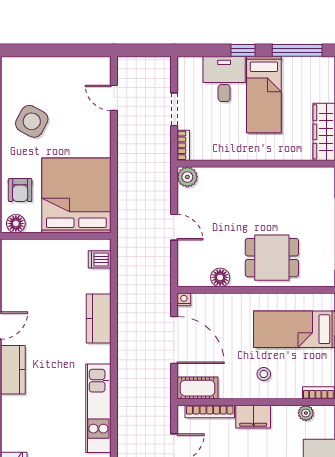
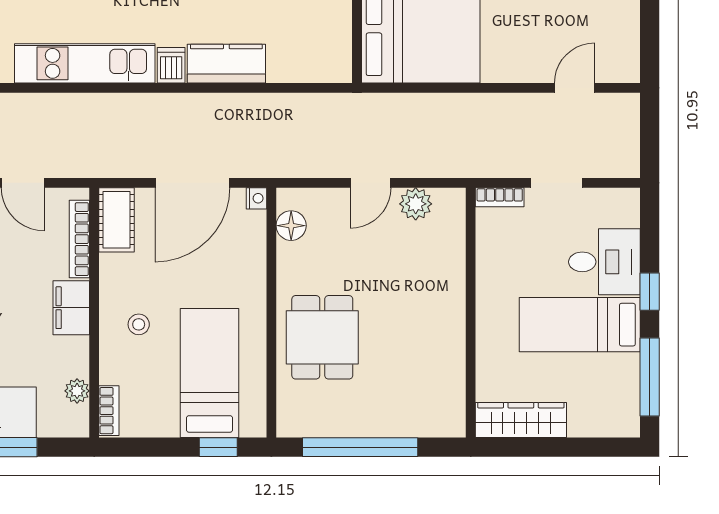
plant: (187, 177) -> (416, 204), moved
dishwasher: (100, 259) -> (171, 65), moved
floor lamp: (220, 277) -> (291, 226), moved

